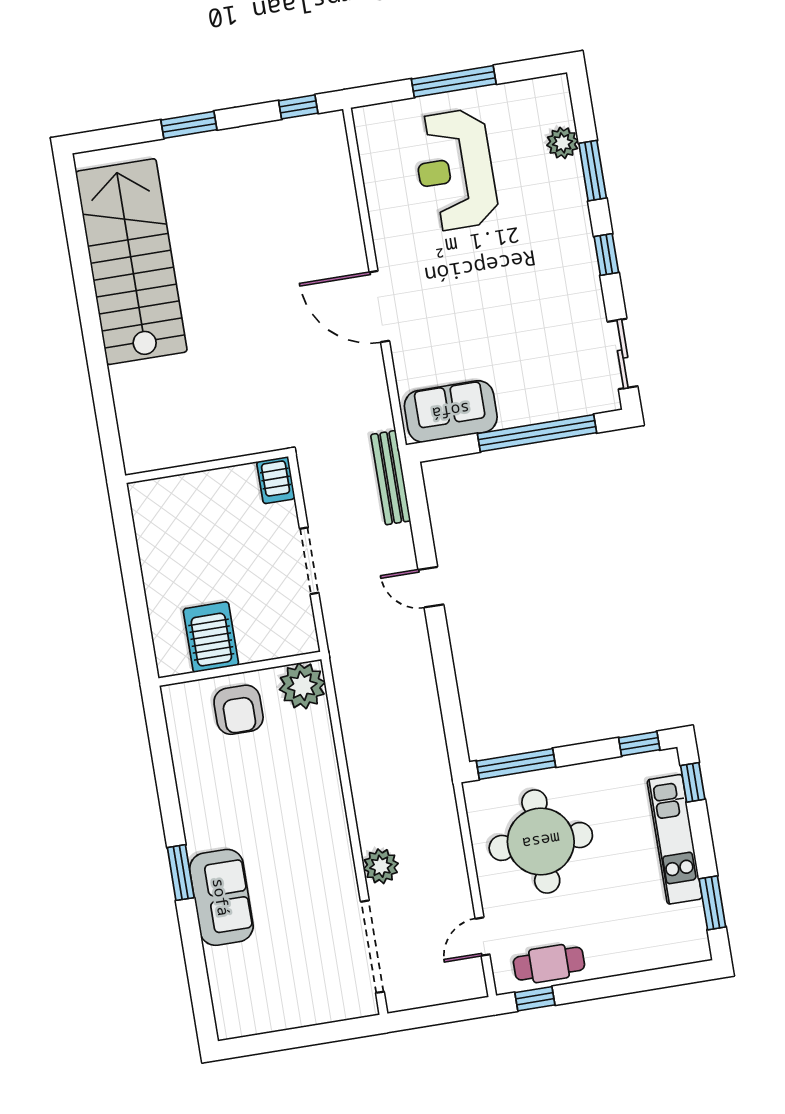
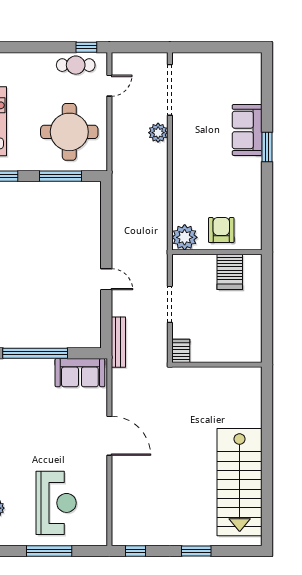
window: (516, 764) -> (61, 176), moved

